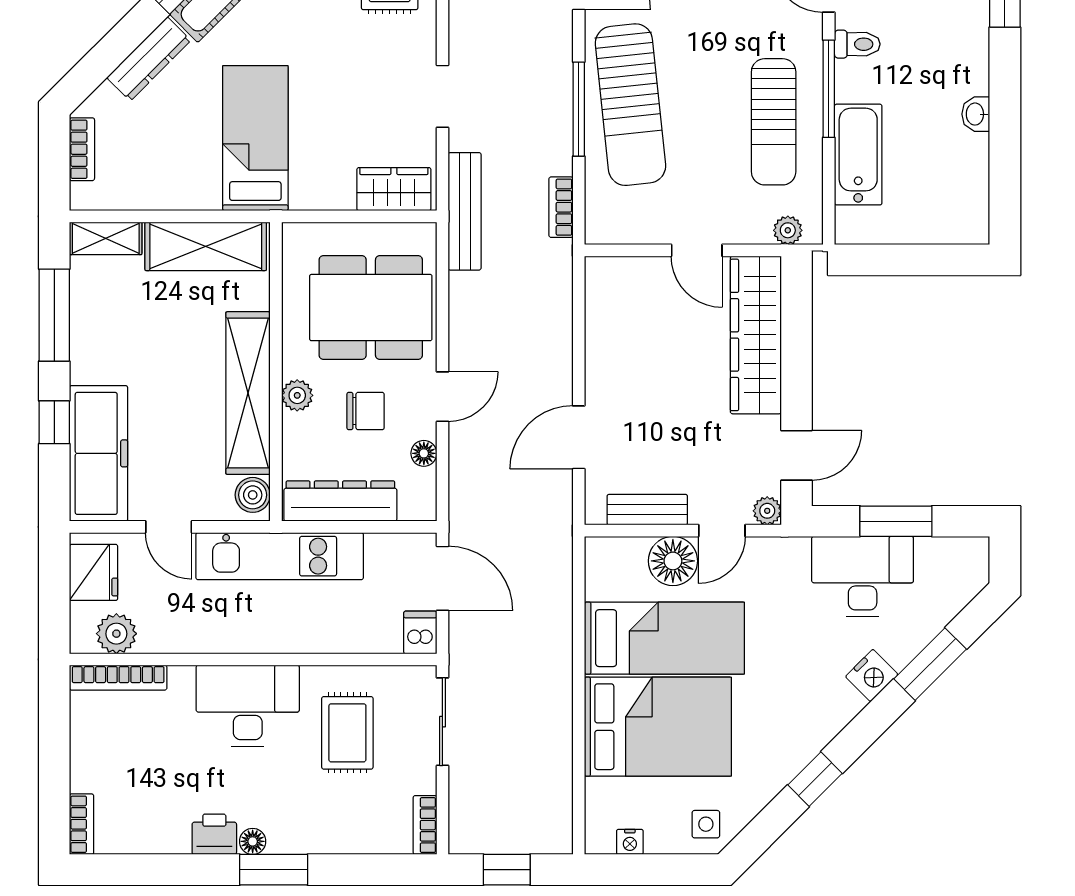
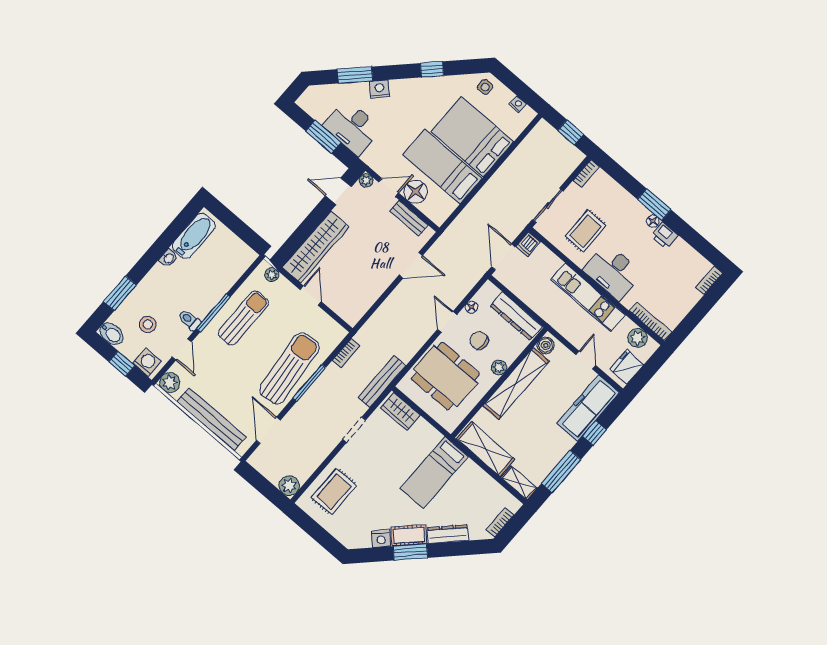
bathtub: (858, 155) -> (194, 236), moved, turned 180
door: (442, 397) -> (447, 322), hinge flipped
kitchen unit: (280, 556) -> (588, 297), moved, turned 180

